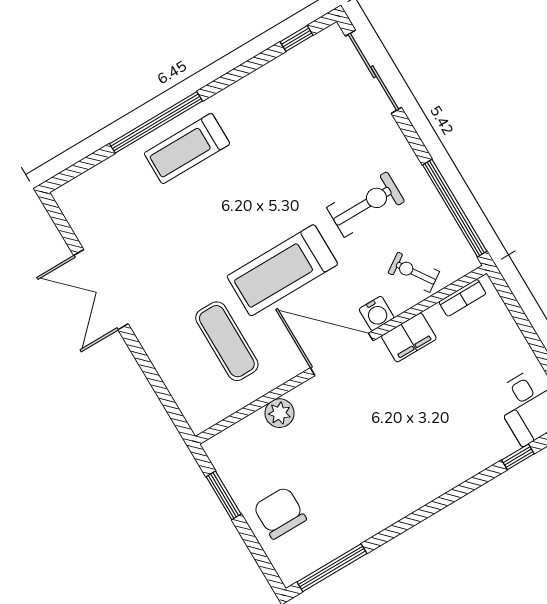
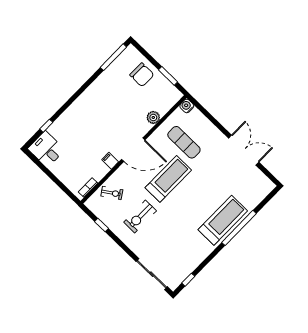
treadmill: (187, 149) -> (223, 220), width x1.37, depth x1.38
window: (455, 208) -> (102, 225), width x0.32
water cooler: (377, 313) -> (187, 106), moved
filing cabinet: (409, 337) -> (110, 161), width x0.50

